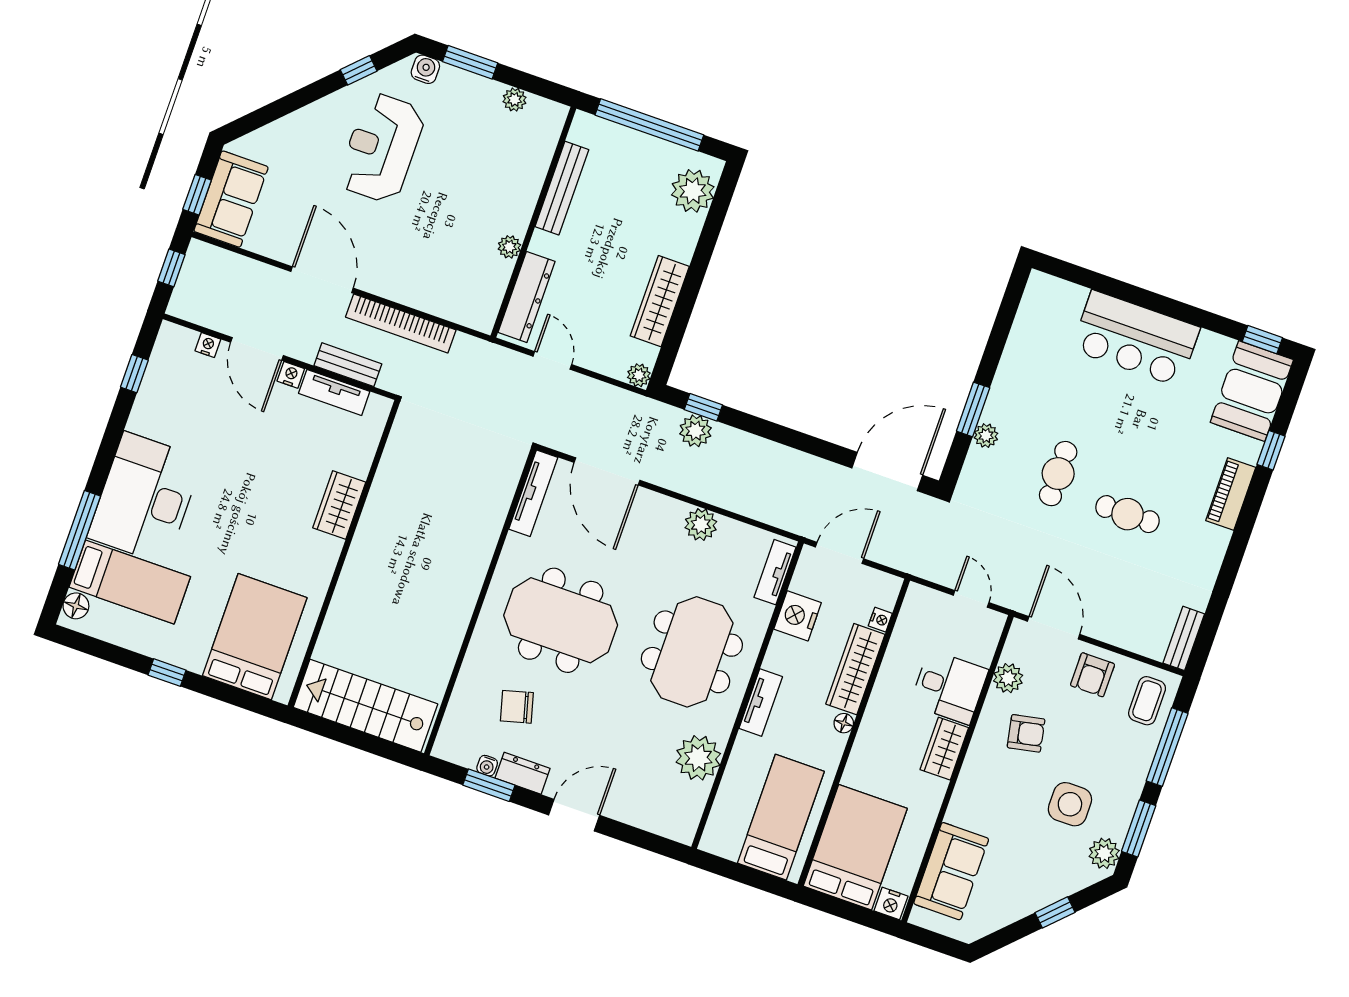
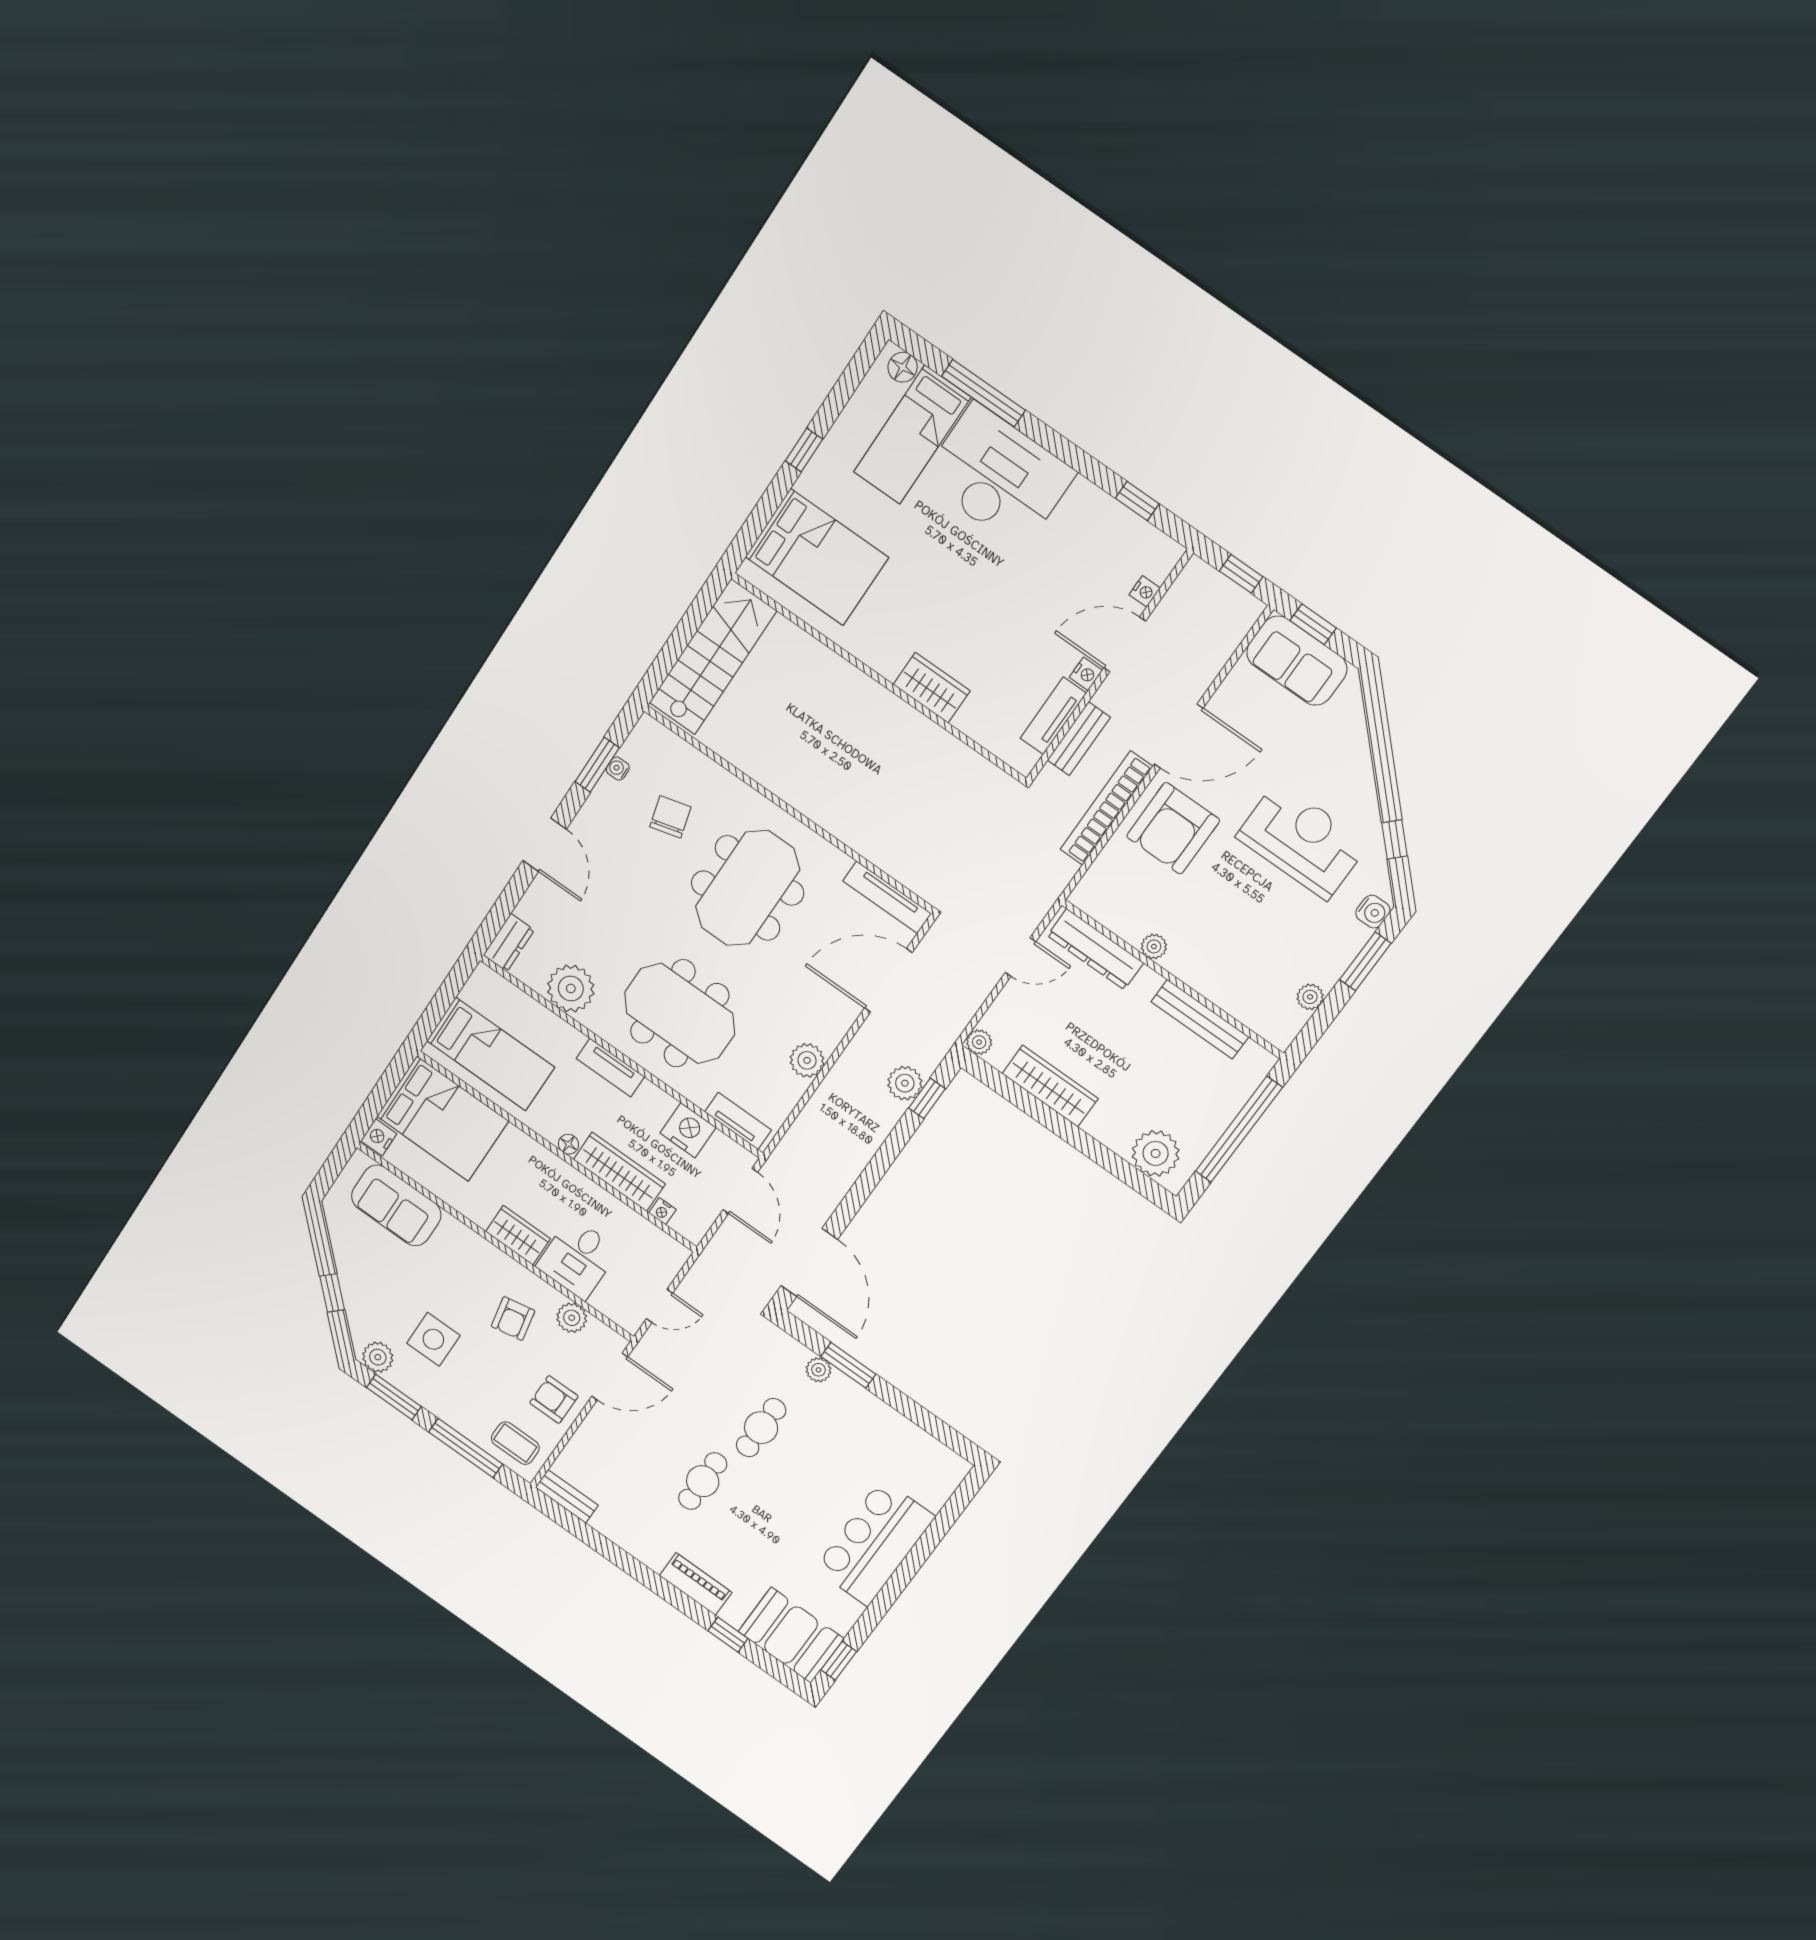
armchair: (402, 261) -> (1173, 828), added
cafe table: (1058, 474) -> (761, 1428), turned 90
dresser: (523, 773) -> (509, 943), moved

